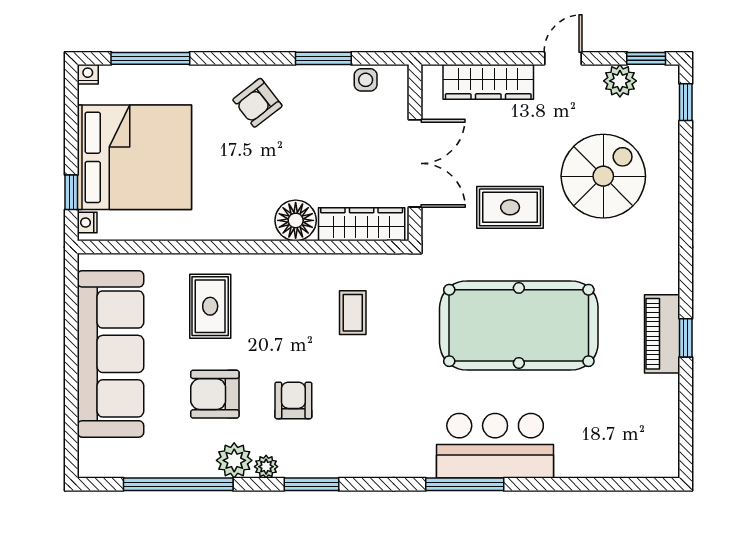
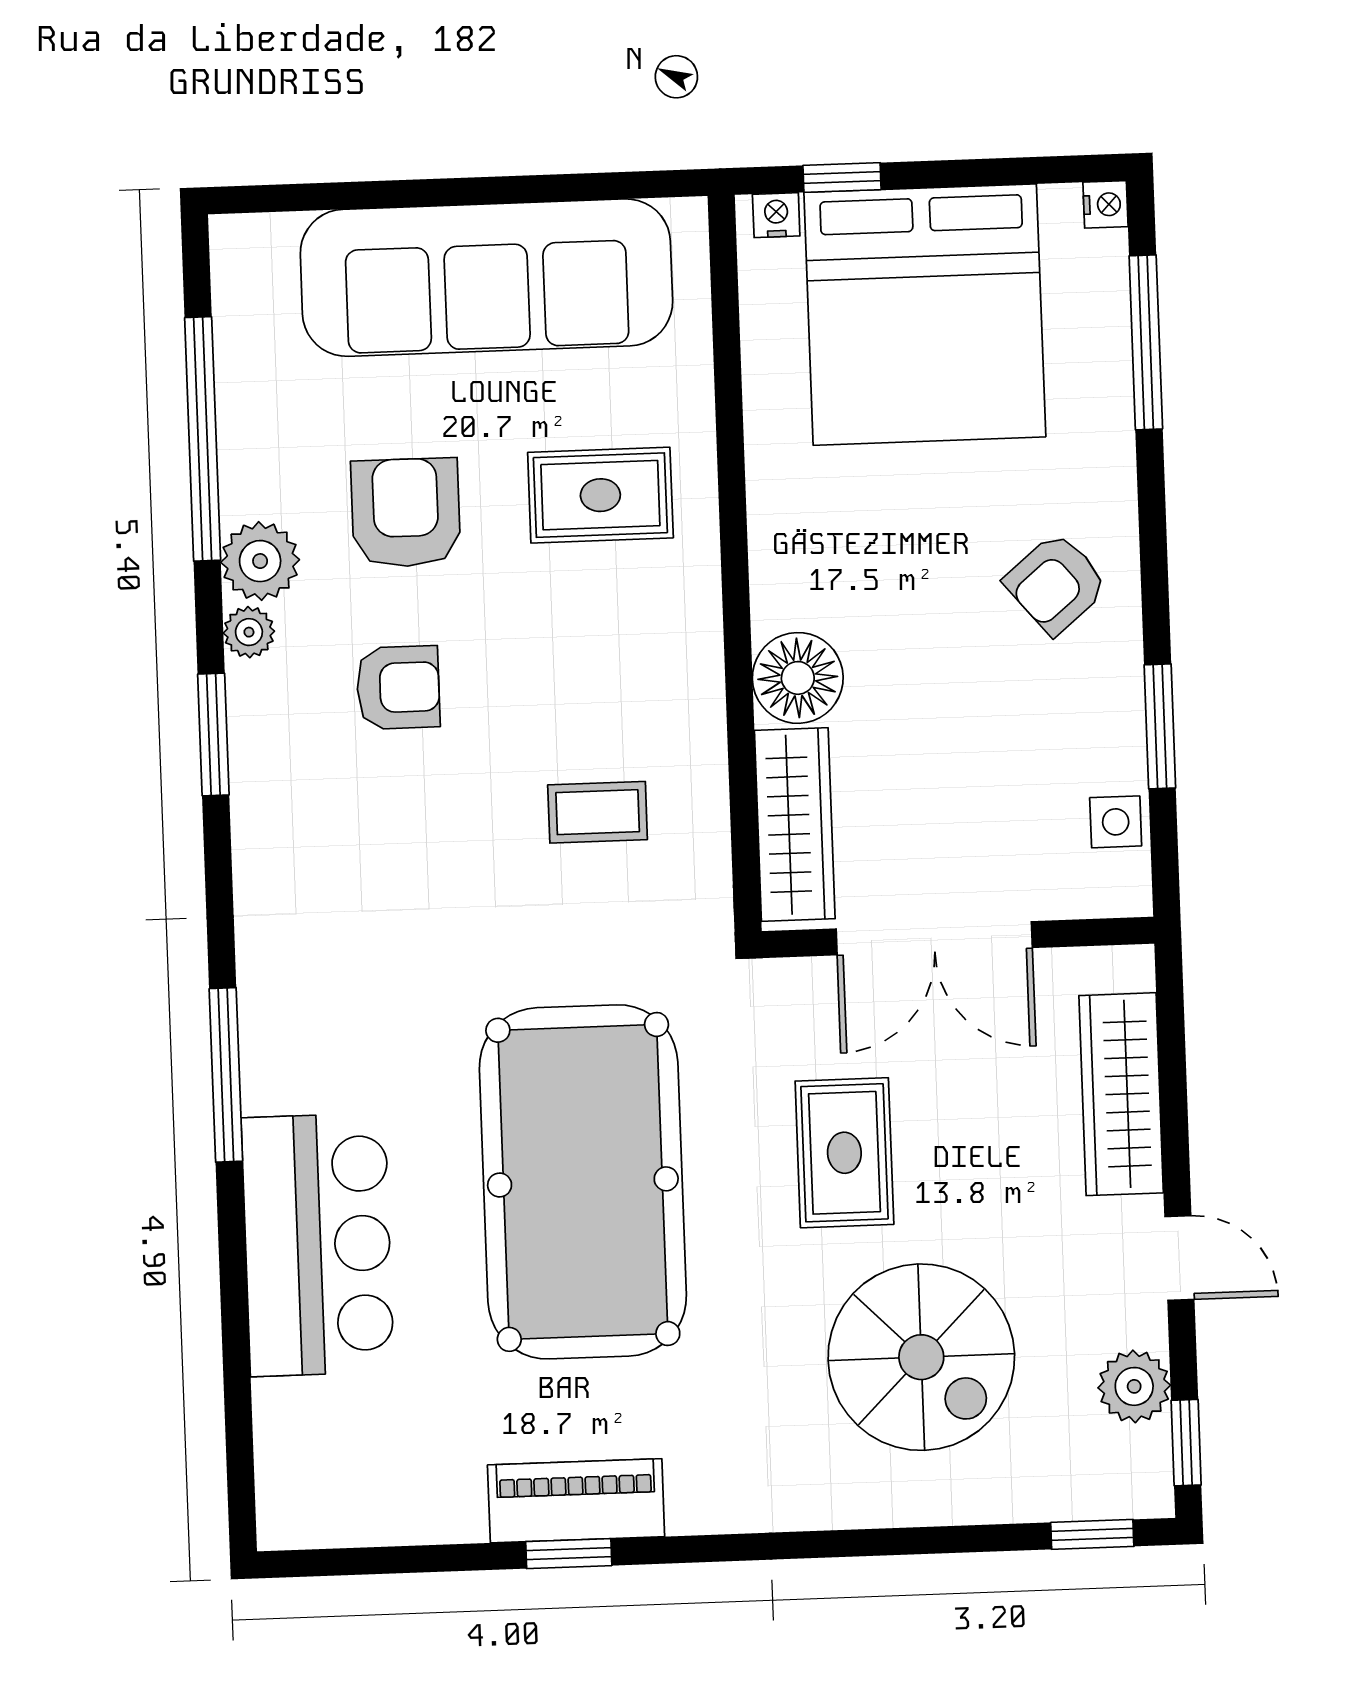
armchair: (257, 103) -> (1056, 583), turned -92
bar counter: (495, 446) -> (318, 1245), moved

